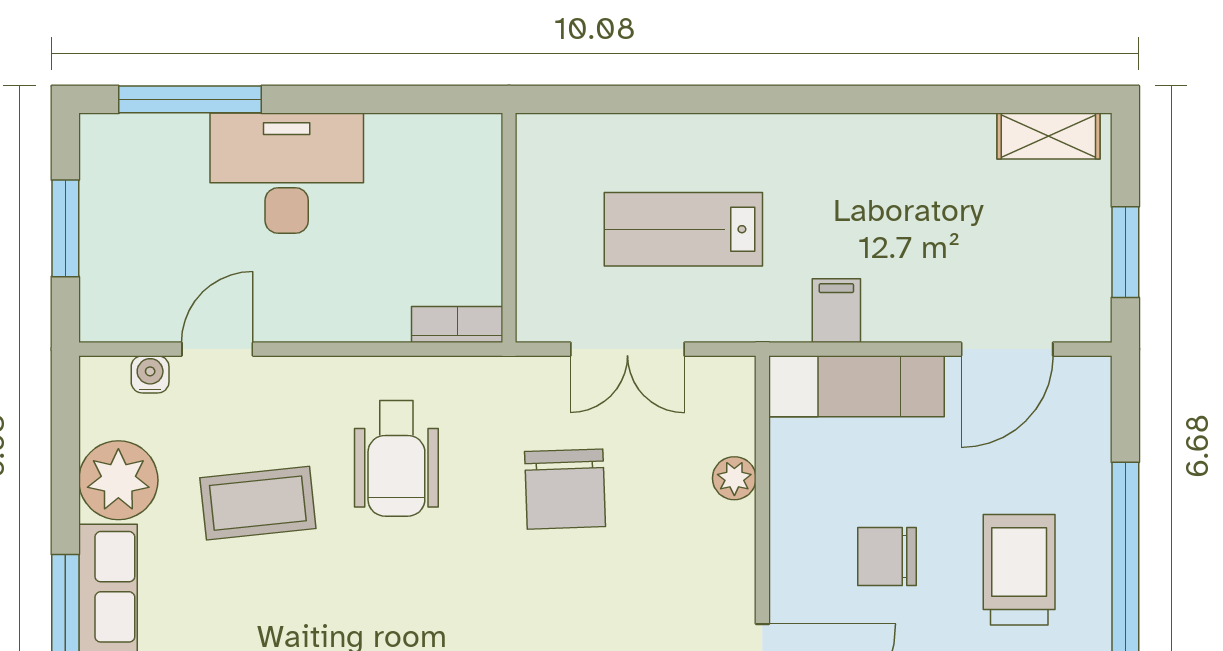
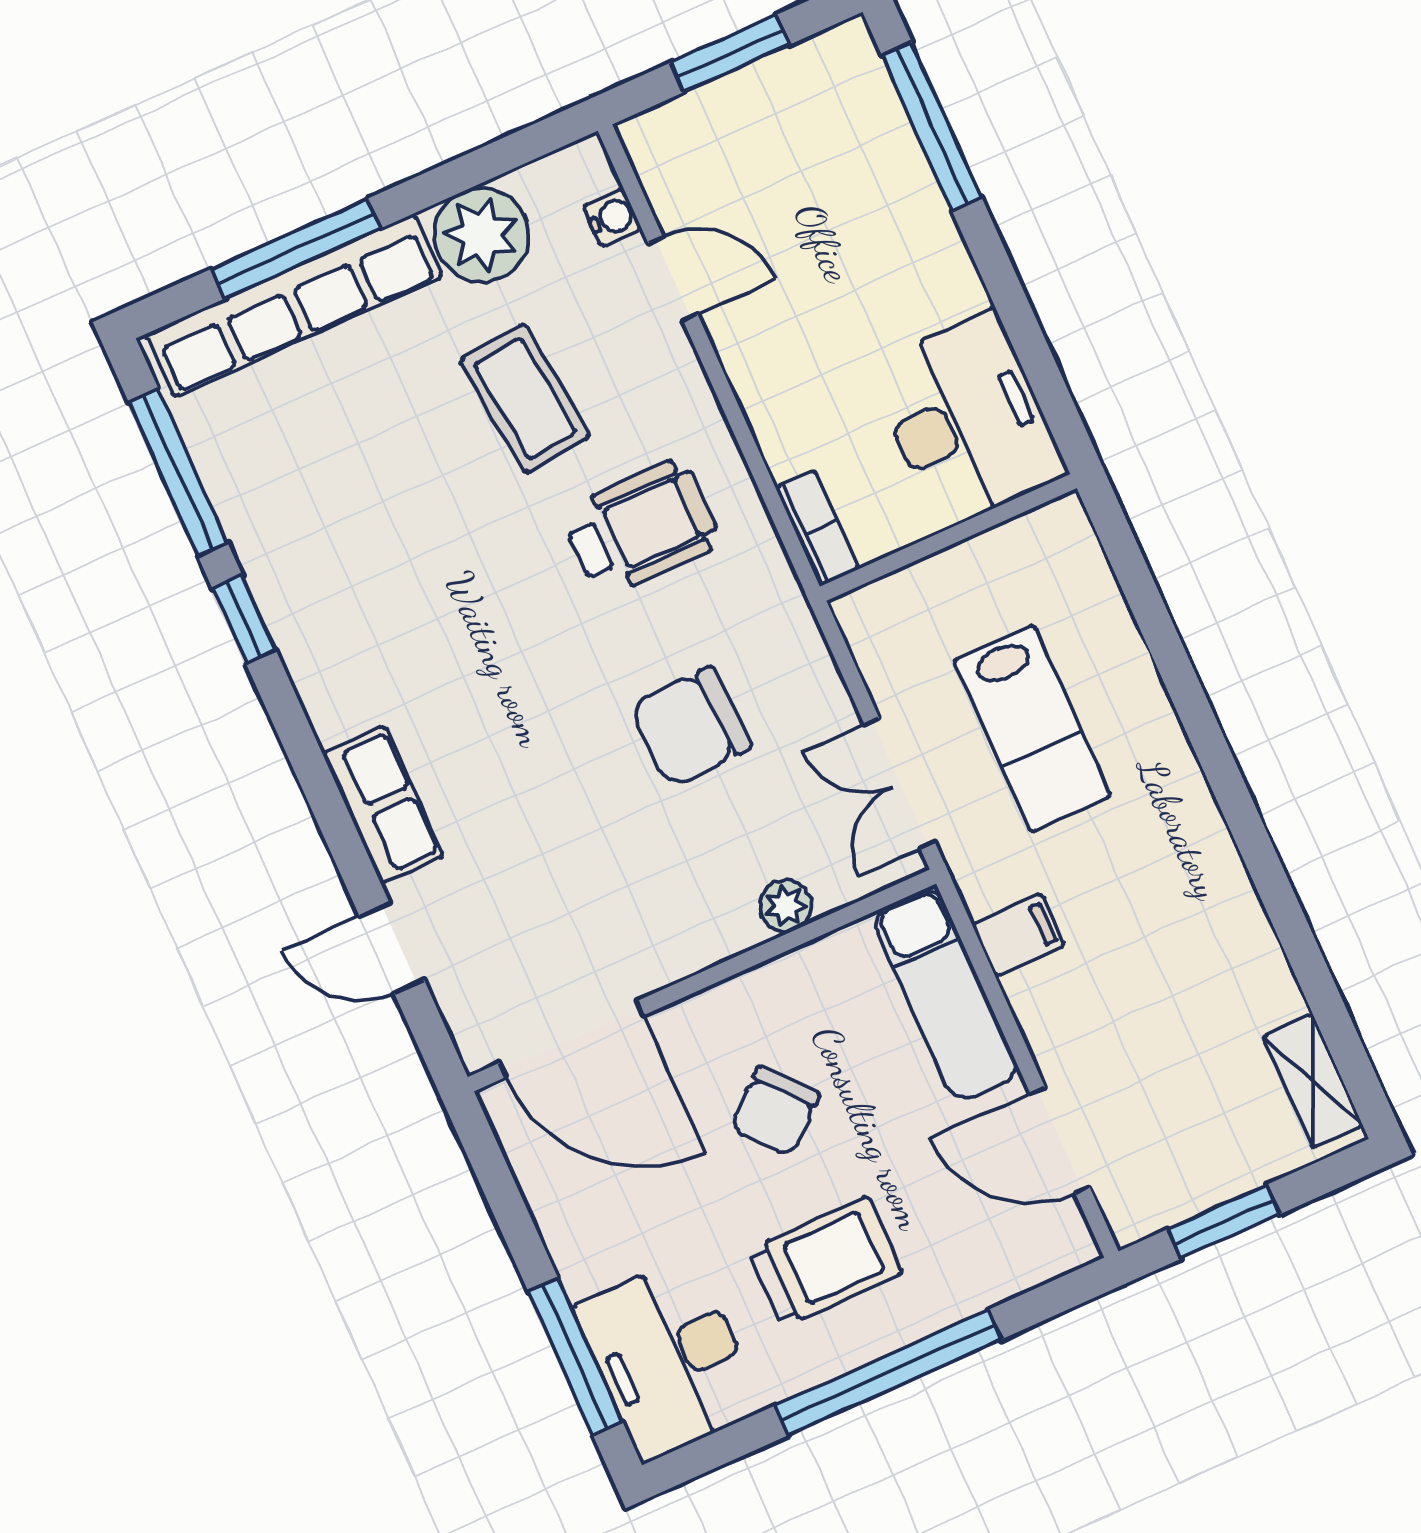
desk: (287, 173) -> (967, 420), moved
lab bench: (683, 229) -> (1032, 728), turned 180
double door: (627, 349) -> (900, 783), moved
wheelchair: (396, 458) -> (641, 528), turned 180
chair: (887, 557) -> (775, 1111), turned -131

